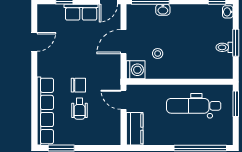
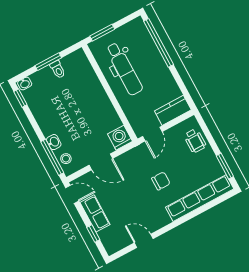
stool: (158, 53) -> (66, 159), moved
chair: (78, 85) -> (161, 181), turned 90
wheelchair: (80, 109) -> (195, 141), moved, turned 90

